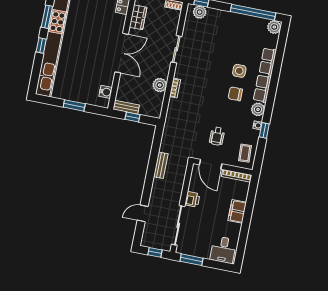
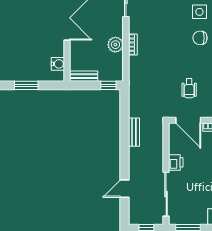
window: (133, 117) -> (108, 85), moved

